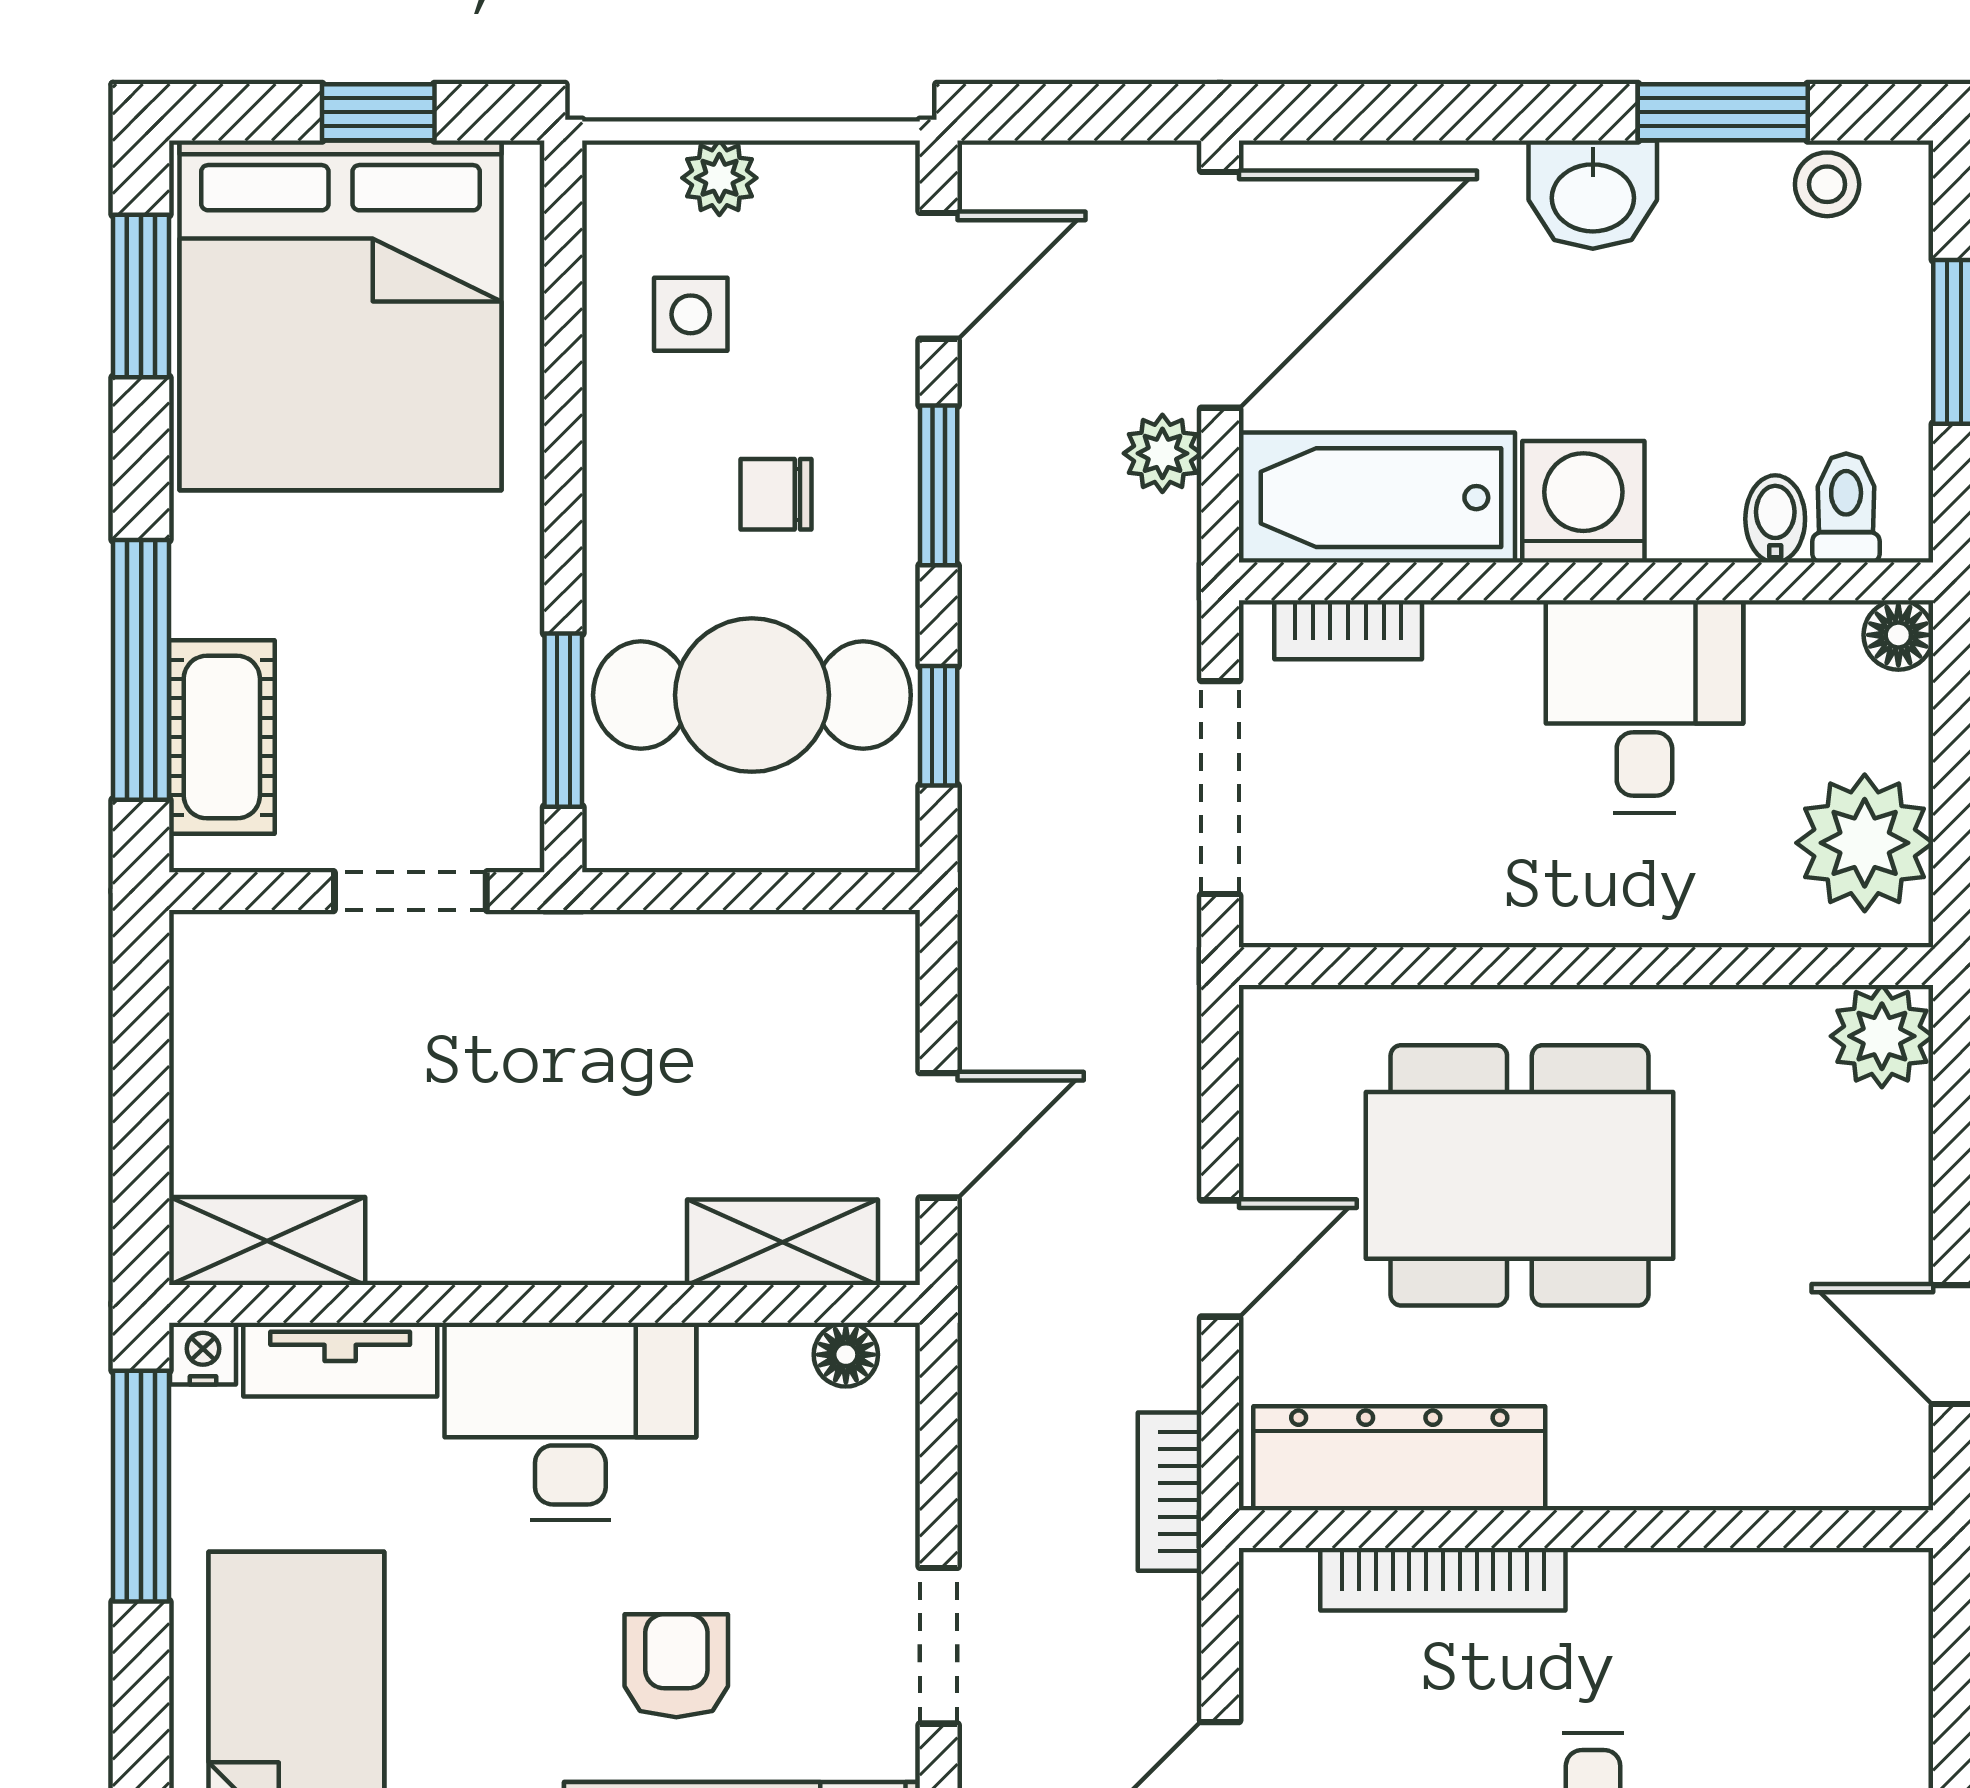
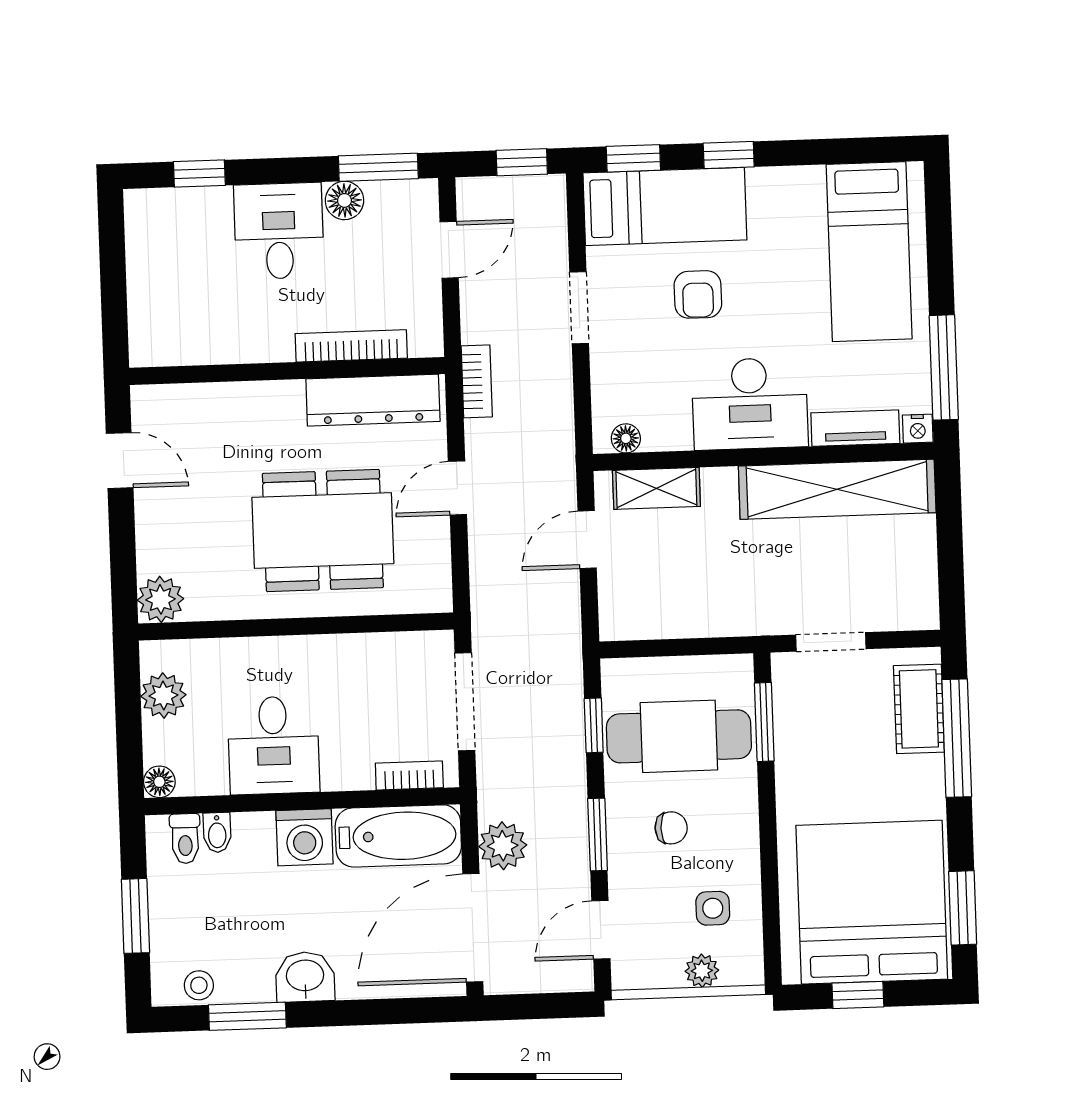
plant: (1162, 453) -> (503, 846), width x1.38, depth x1.38
plant: (1865, 843) -> (163, 696), width x0.73, depth x0.73
shelving: (267, 1241) -> (837, 489), width x2.20, depth x1.33

